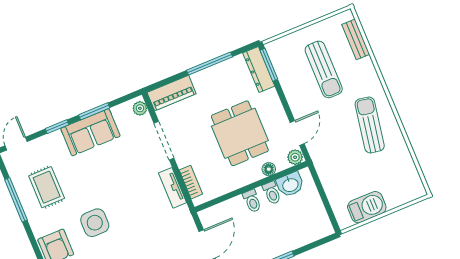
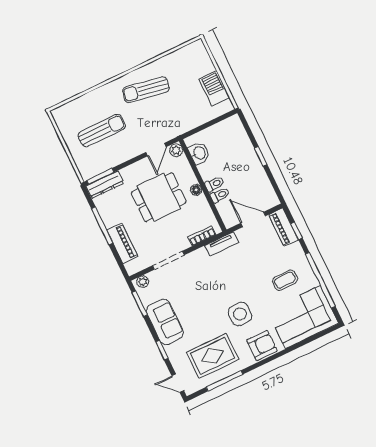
bench: (356, 39) -> (75, 105), removed
piano: (172, 93) -> (122, 243), moved
window: (94, 111) -> (140, 304), moved
door: (297, 133) -> (156, 150), swing flipped
floor lamp: (269, 169) -> (196, 190), moved
rug: (47, 187) -> (213, 356), width x1.36, depth x1.43
tv unit: (173, 188) -> (222, 244), moved
toilet: (272, 193) -> (220, 195), moved

